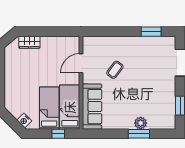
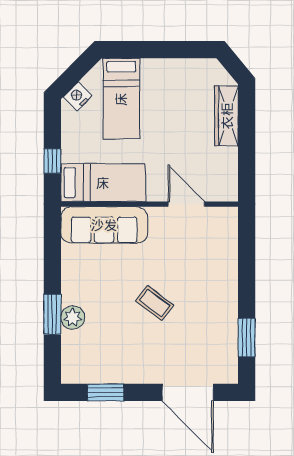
wardrobe: (29, 42) -> (227, 116), width x1.50
coffee table: (115, 70) -> (155, 303), moved
bed: (49, 108) -> (121, 99), moved, turned 90

